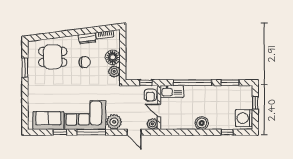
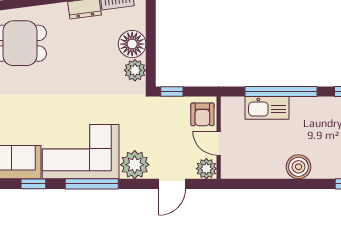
chair: (85, 62) -> (80, 53), removed
window: (146, 83) -> (172, 91), moved
kitchen sink: (172, 92) -> (267, 108), moved
door: (134, 132) -> (172, 184), hinge flipped

